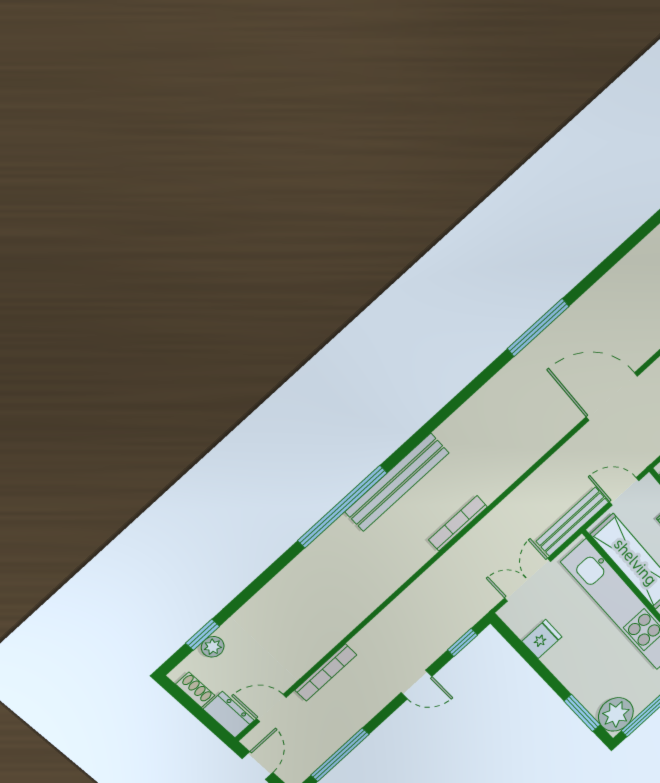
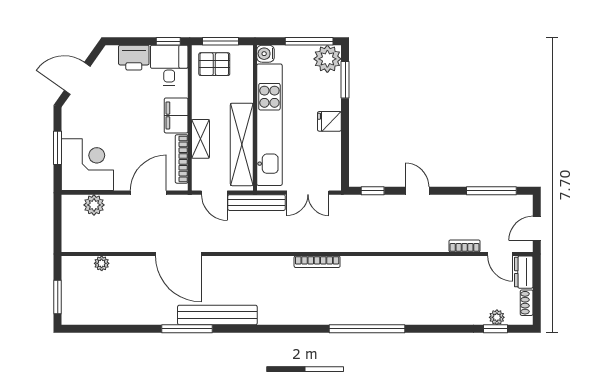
bench: (397, 482) -> (217, 315), moved
fridge: (542, 639) -> (329, 121), moved
bookcase: (326, 672) -> (465, 246), width x0.64

